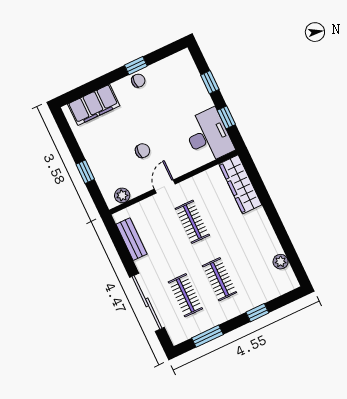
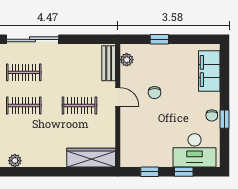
desk: (208, 136) -> (195, 150), moved
bench: (131, 239) -> (109, 63), moved, turned 90

